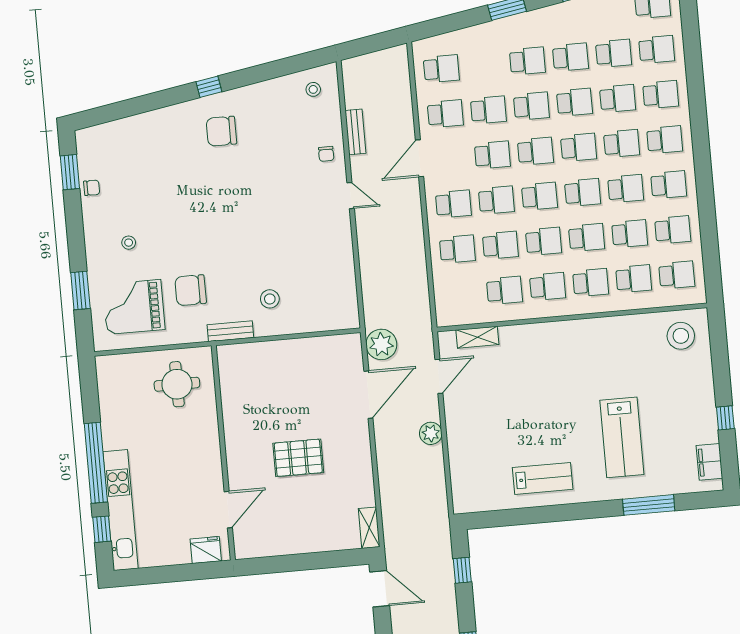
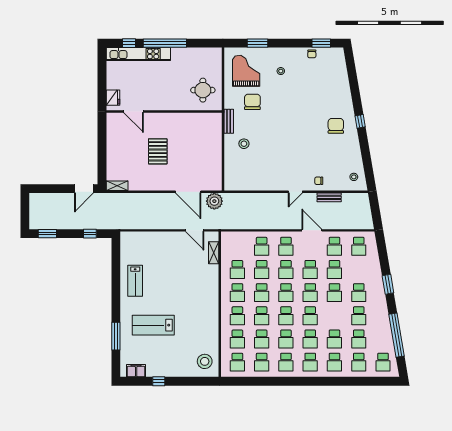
school desk: (574, 102) -> (334, 316), removed
plant: (431, 433) -> (165, 223), removed

